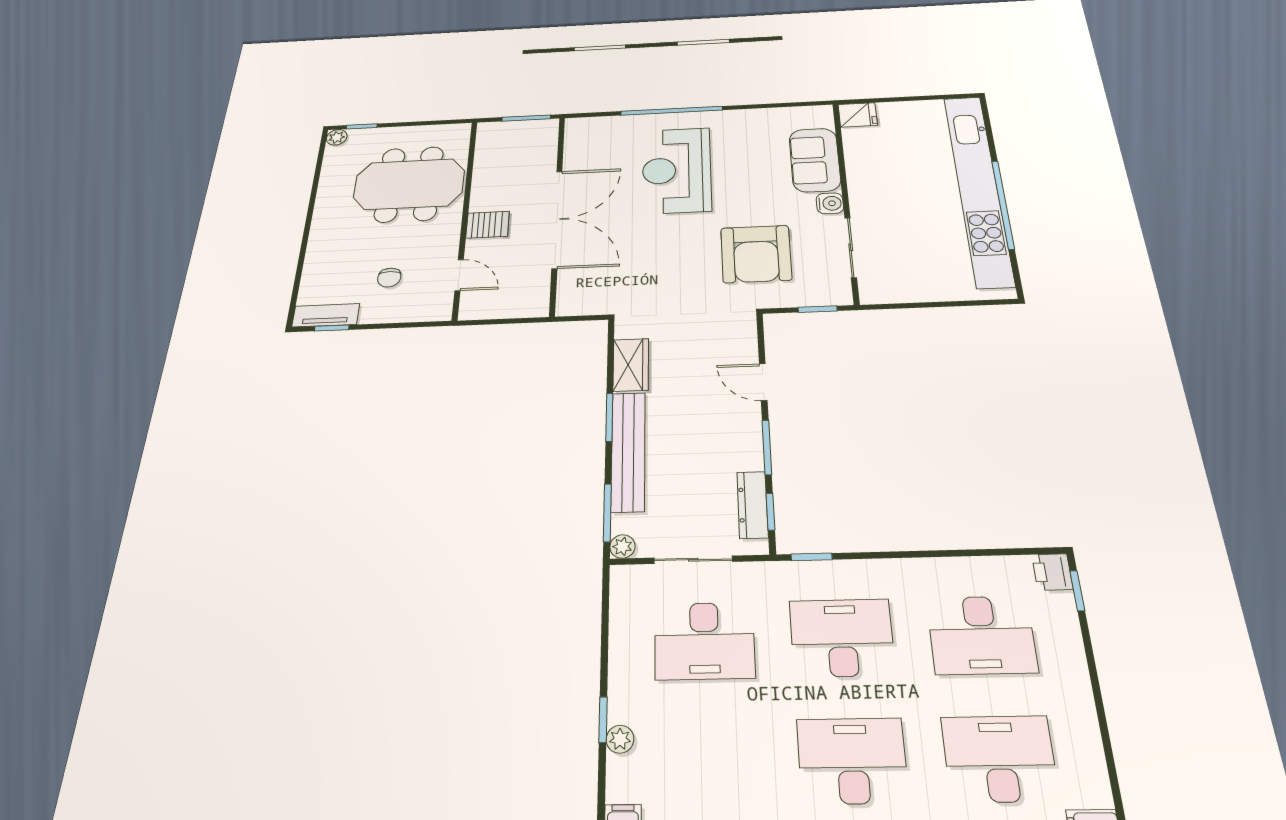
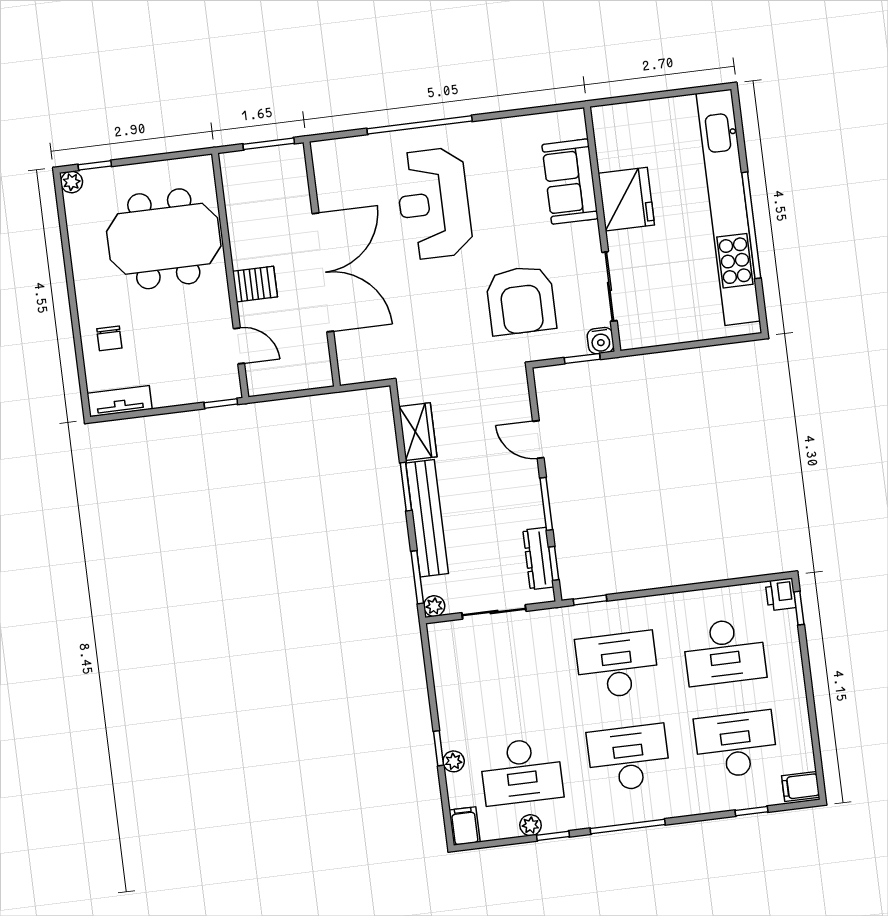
fridge: (858, 115) -> (626, 199), moved, width x1.88, depth x1.34
water cooler: (830, 203) -> (601, 341), moved, turned 90
chair: (389, 278) -> (109, 338), moved
window: (332, 328) -> (221, 403), moved
desk: (704, 641) -> (521, 771), moved

